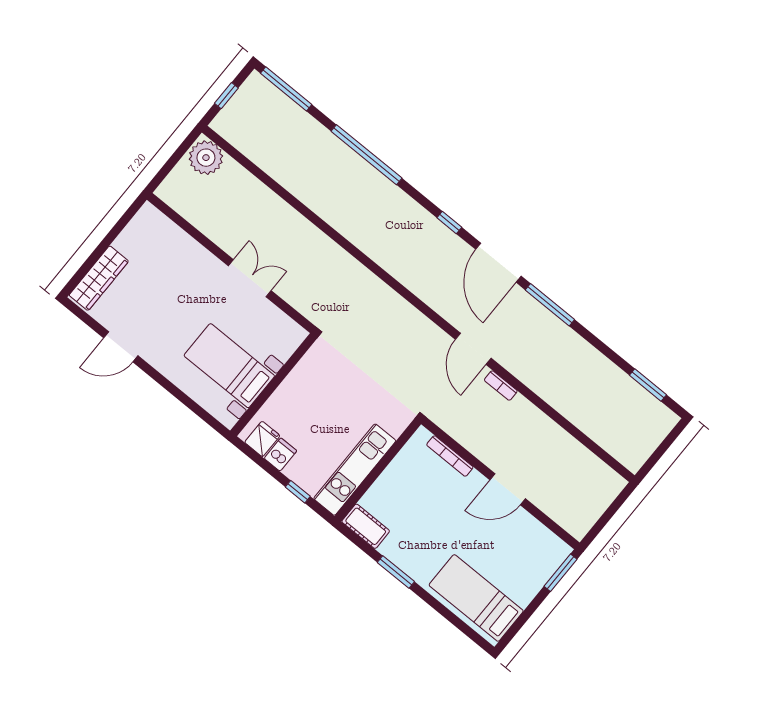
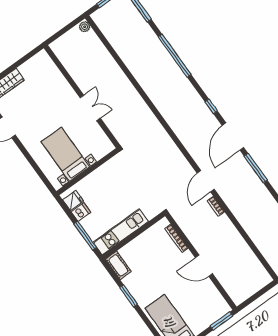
plant: (206, 158) -> (85, 27), width x0.53, depth x0.53
window: (298, 492) -> (85, 236), width x2.17

